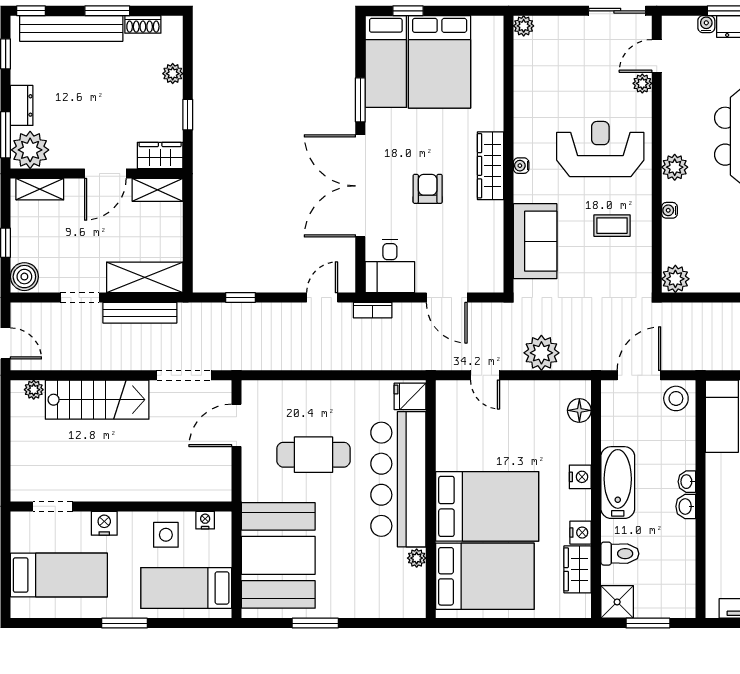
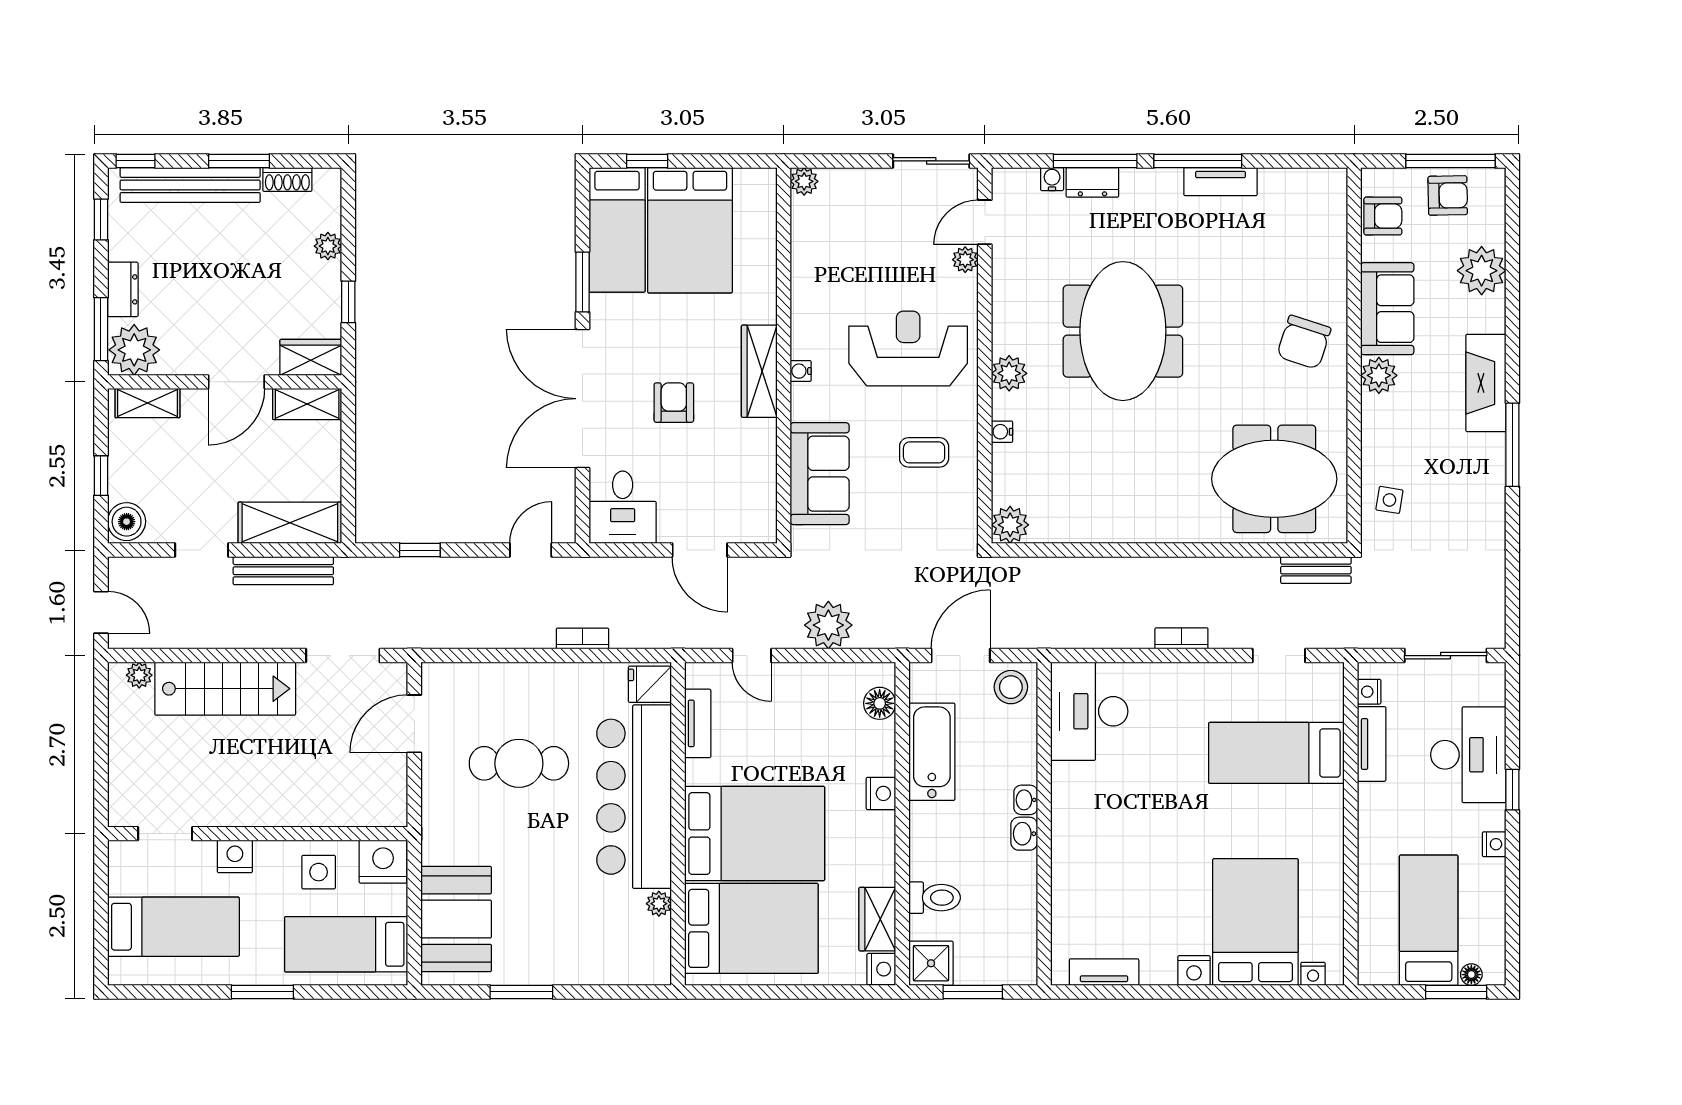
bookcase: (373, 310) -> (583, 638), moved, turned 180
tv unit: (445, 425) -> (698, 723), added
bathtub: (618, 483) -> (932, 752), moved
nightstand: (205, 520) -> (383, 862), width x1.89, depth x1.79
nightstand: (581, 533) -> (881, 969), moved
booth: (278, 555) -> (456, 919), width x0.73, depth x0.70

